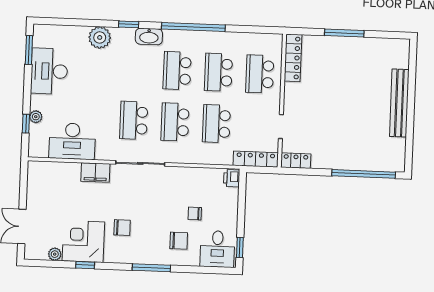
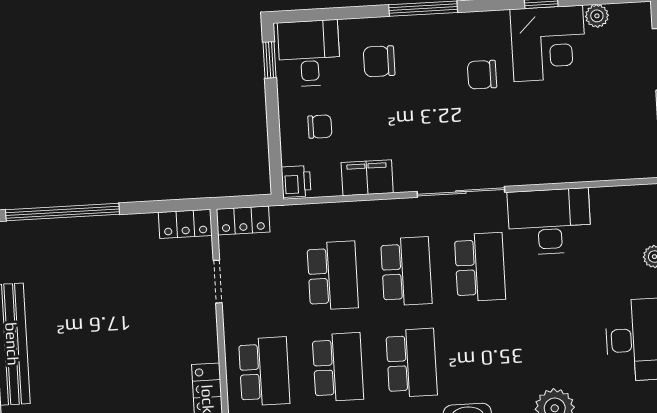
desk: (72, 141) -> (549, 222), moved
locker: (256, 159) -> (243, 220), width x0.66
filing cabinet: (95, 173) -> (367, 178), moved
chair: (195, 213) -> (320, 127), moved

